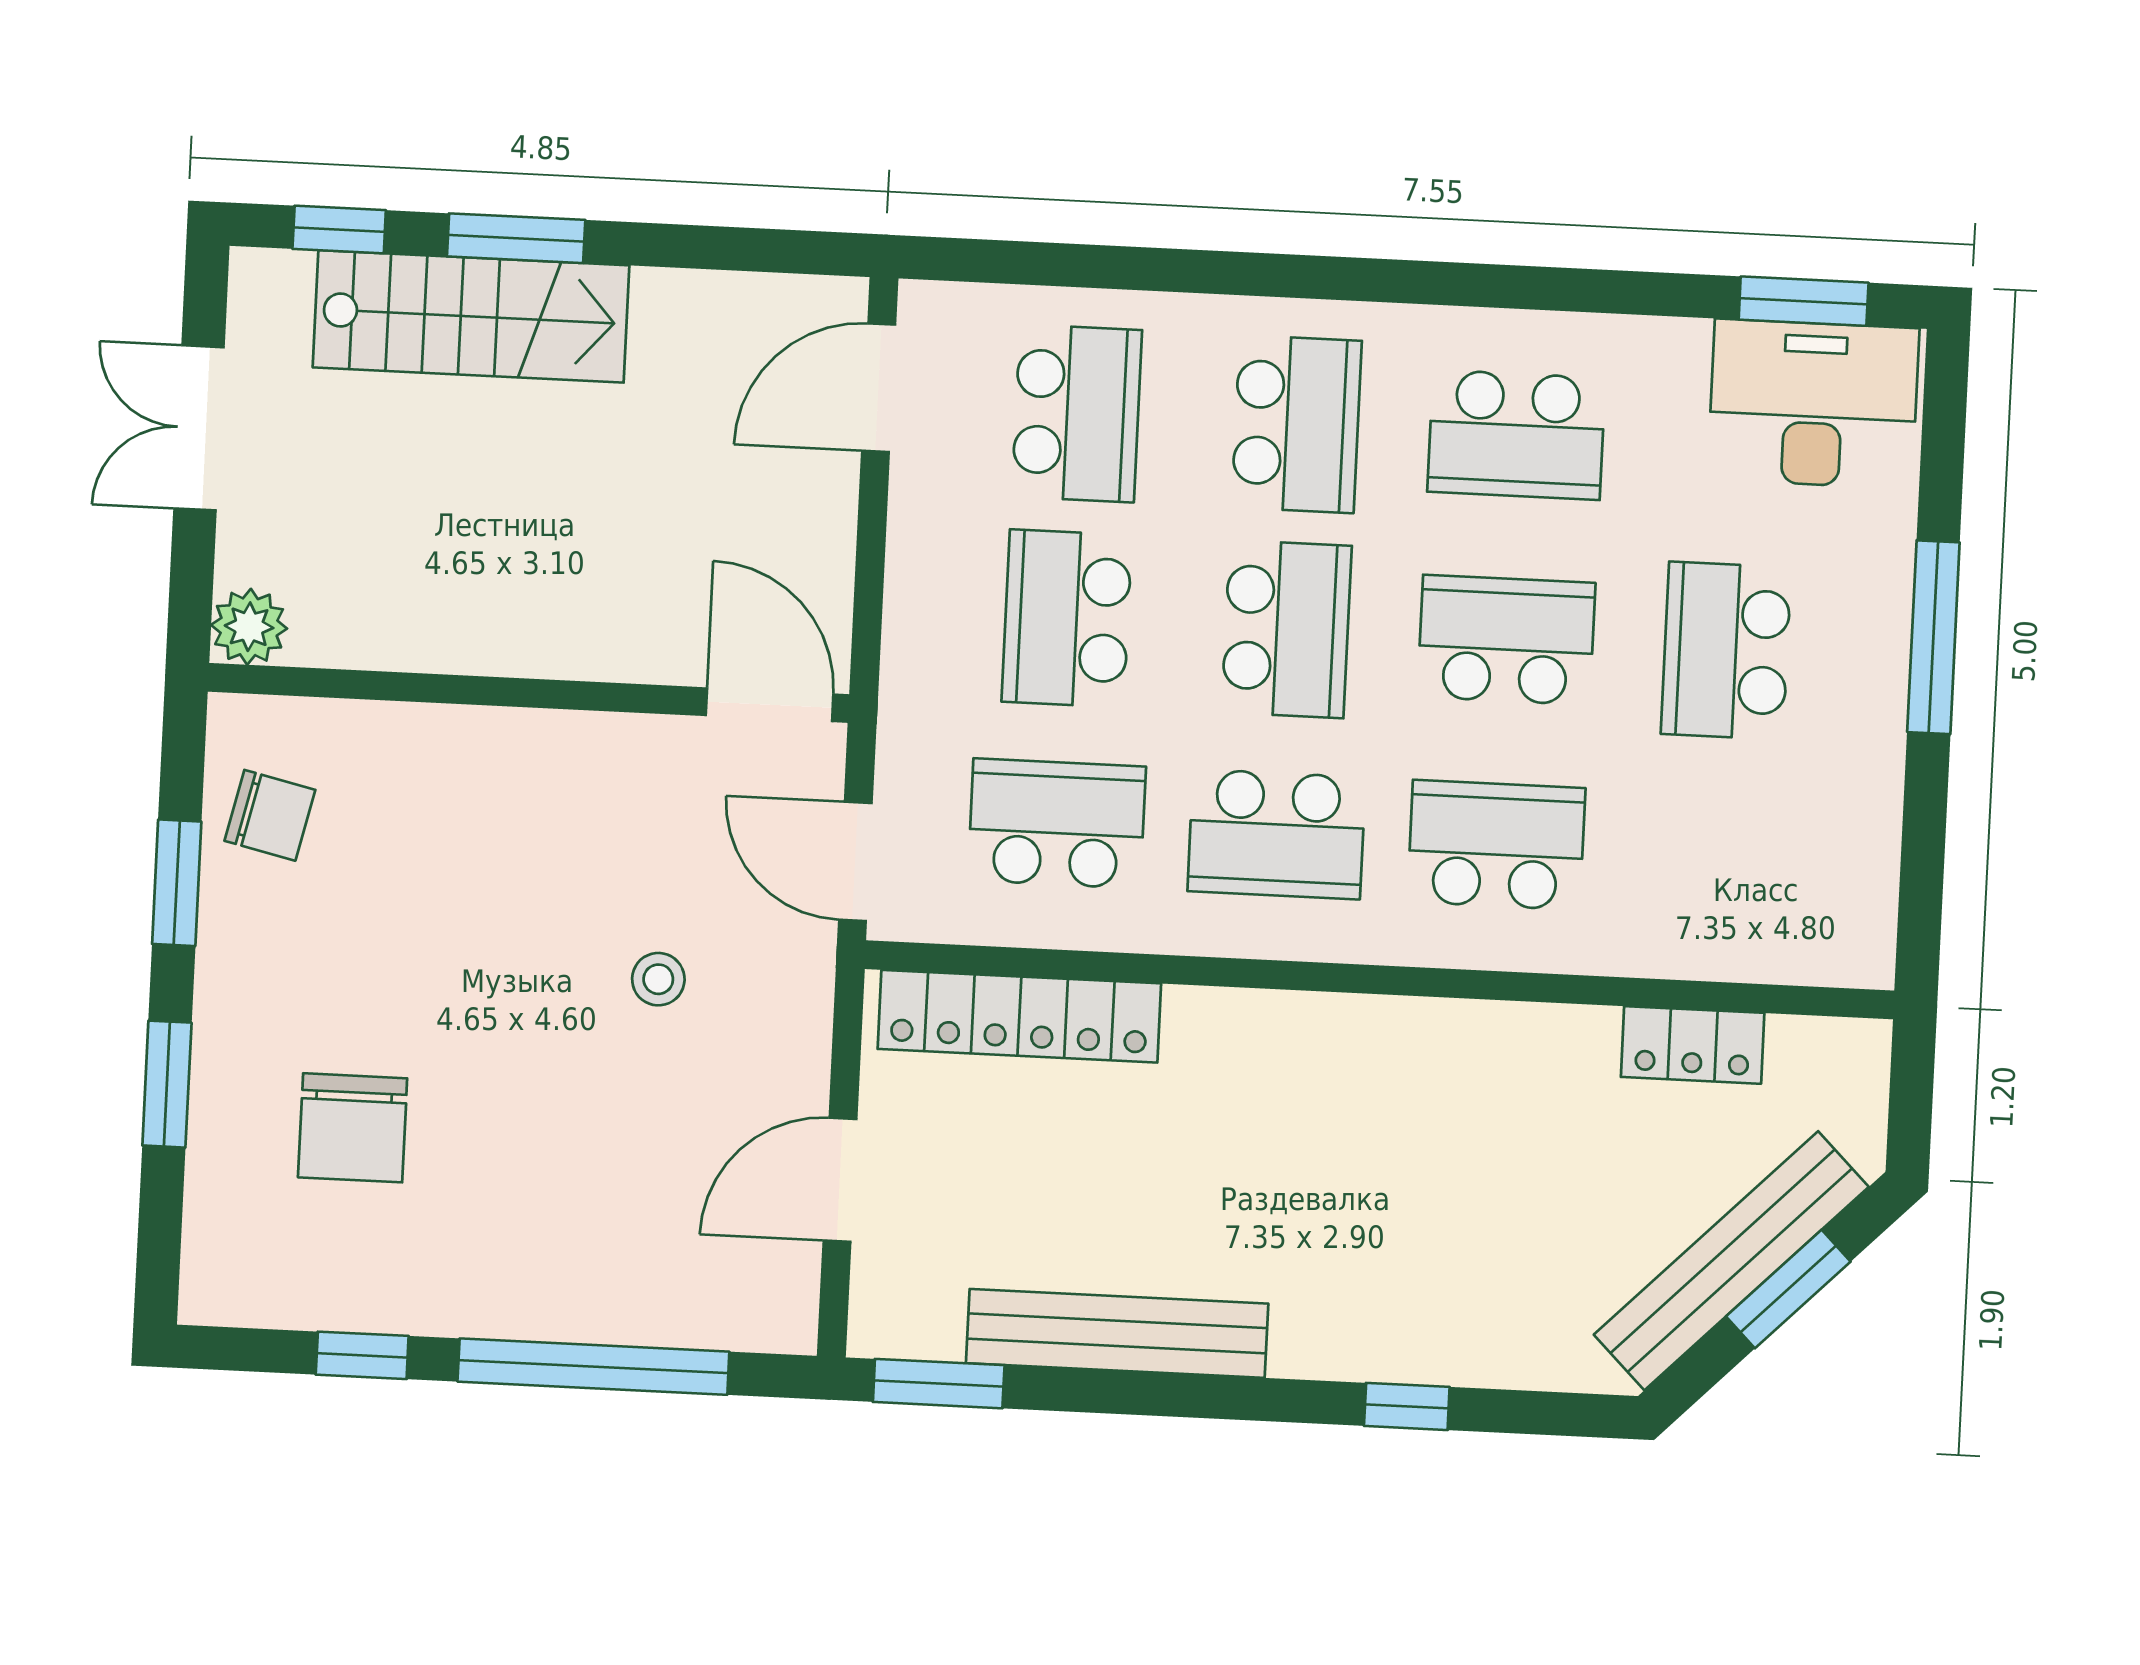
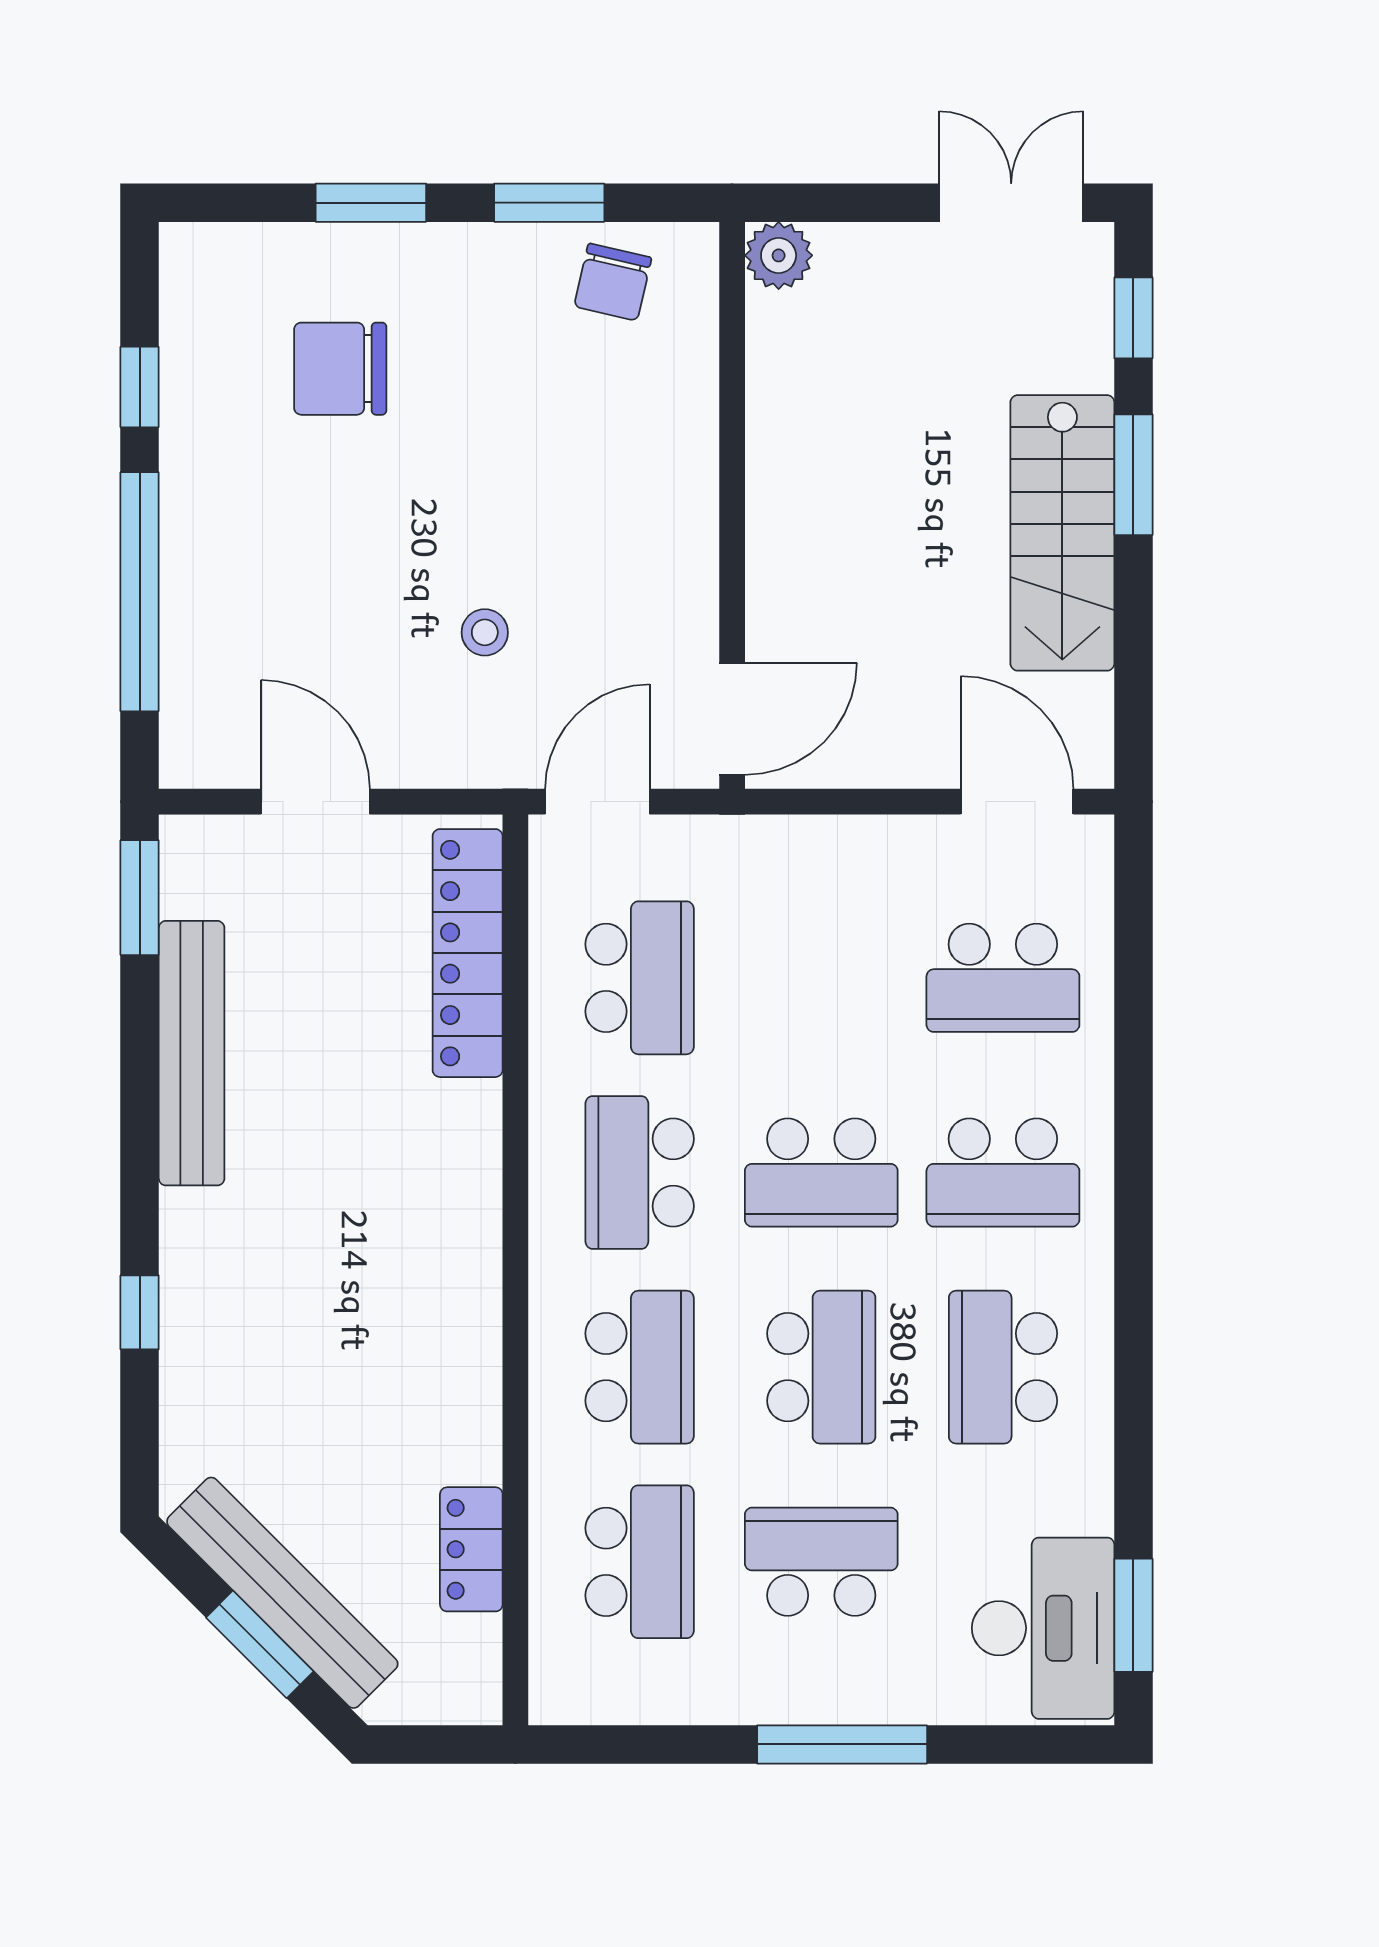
stairs: (471, 316) -> (1062, 533), moved
double door: (199, 428) -> (1011, 203), moved
school desk: (1067, 618) -> (640, 1562), moved, turned 90

